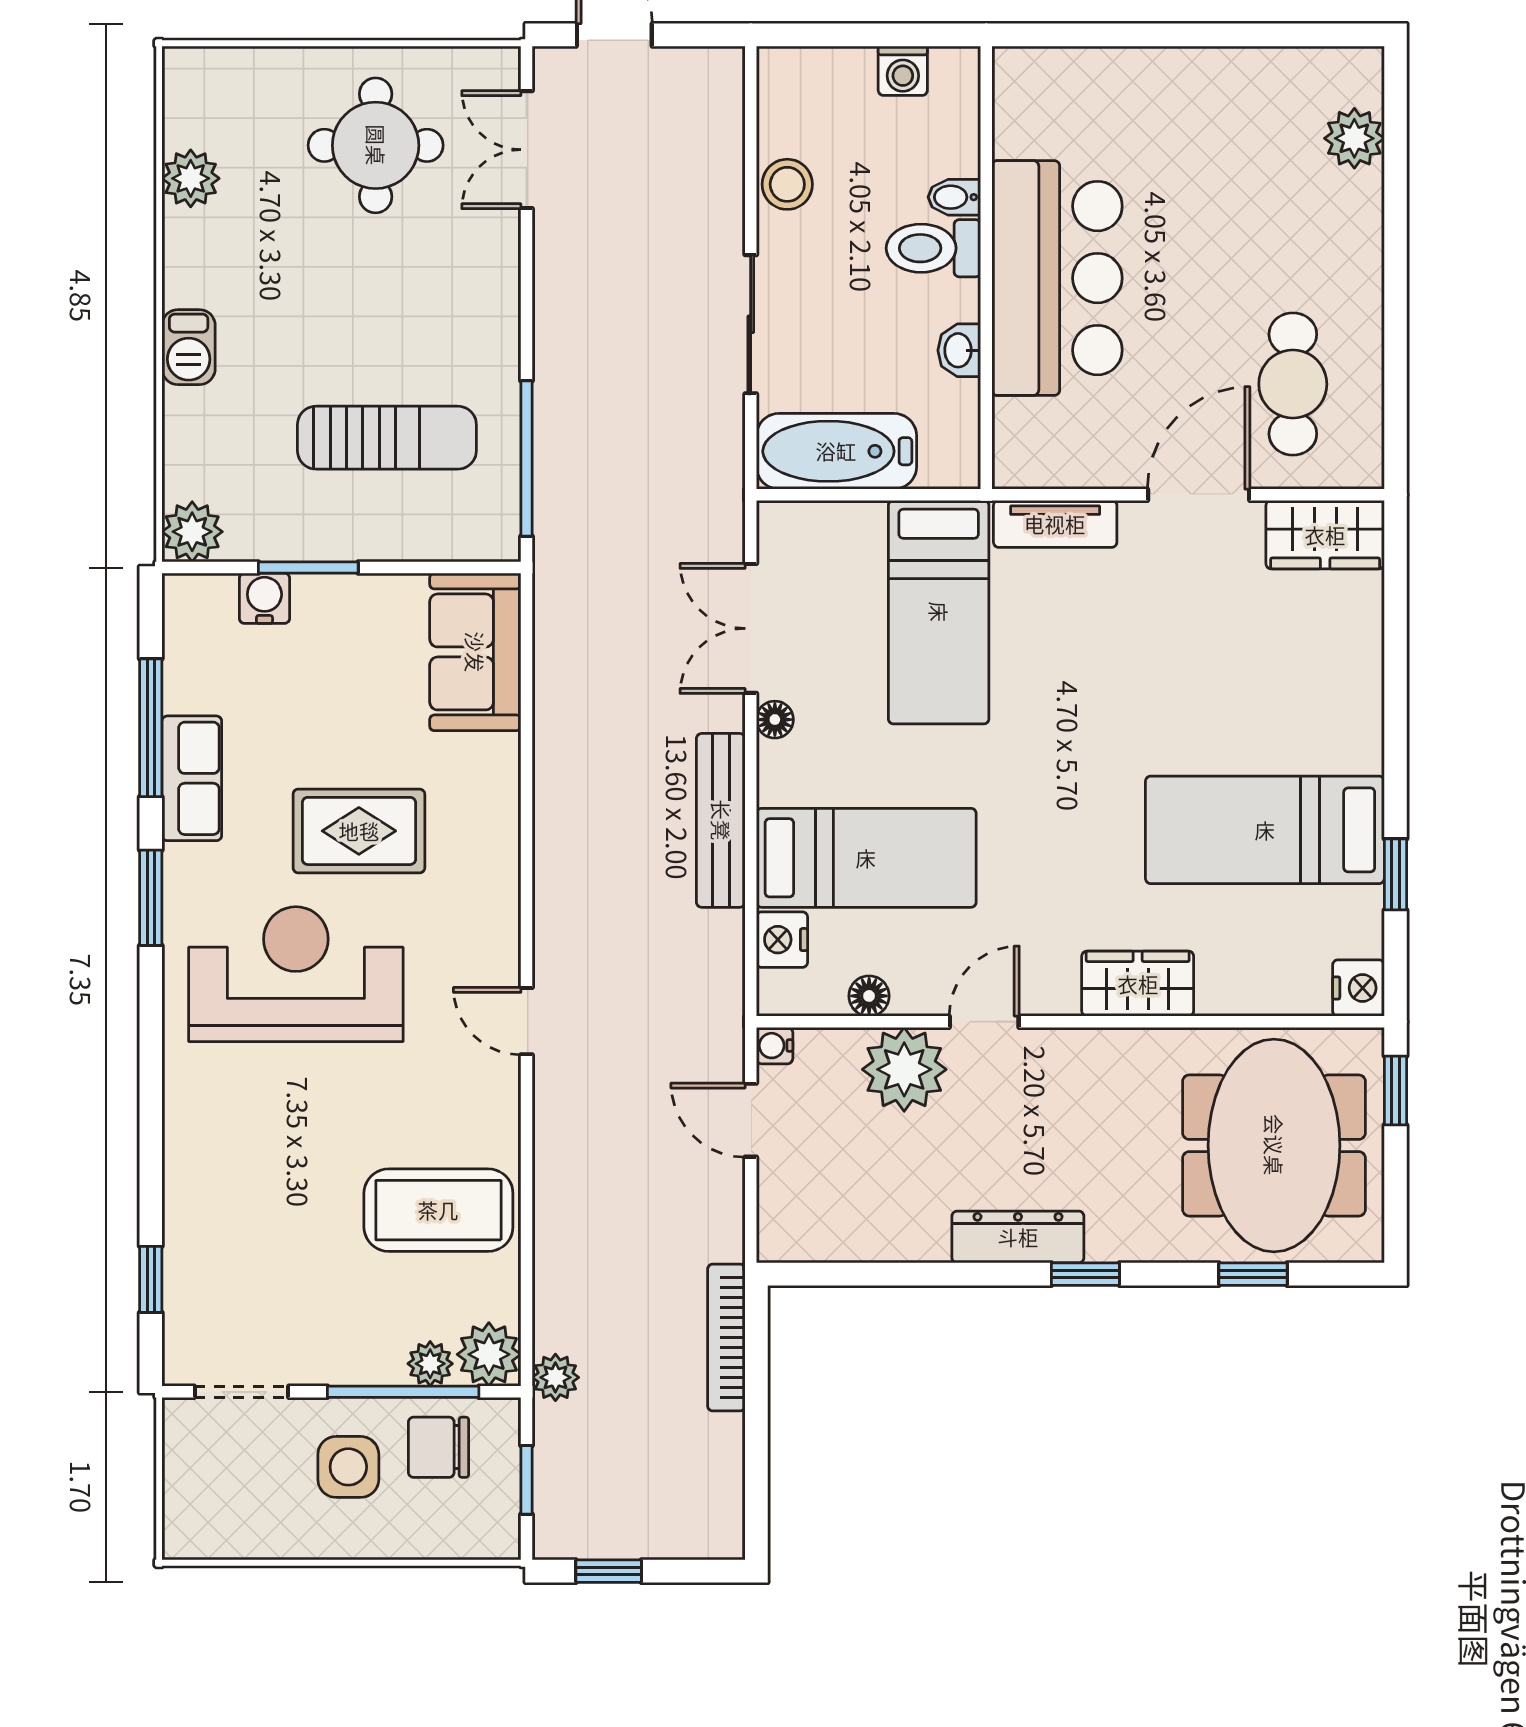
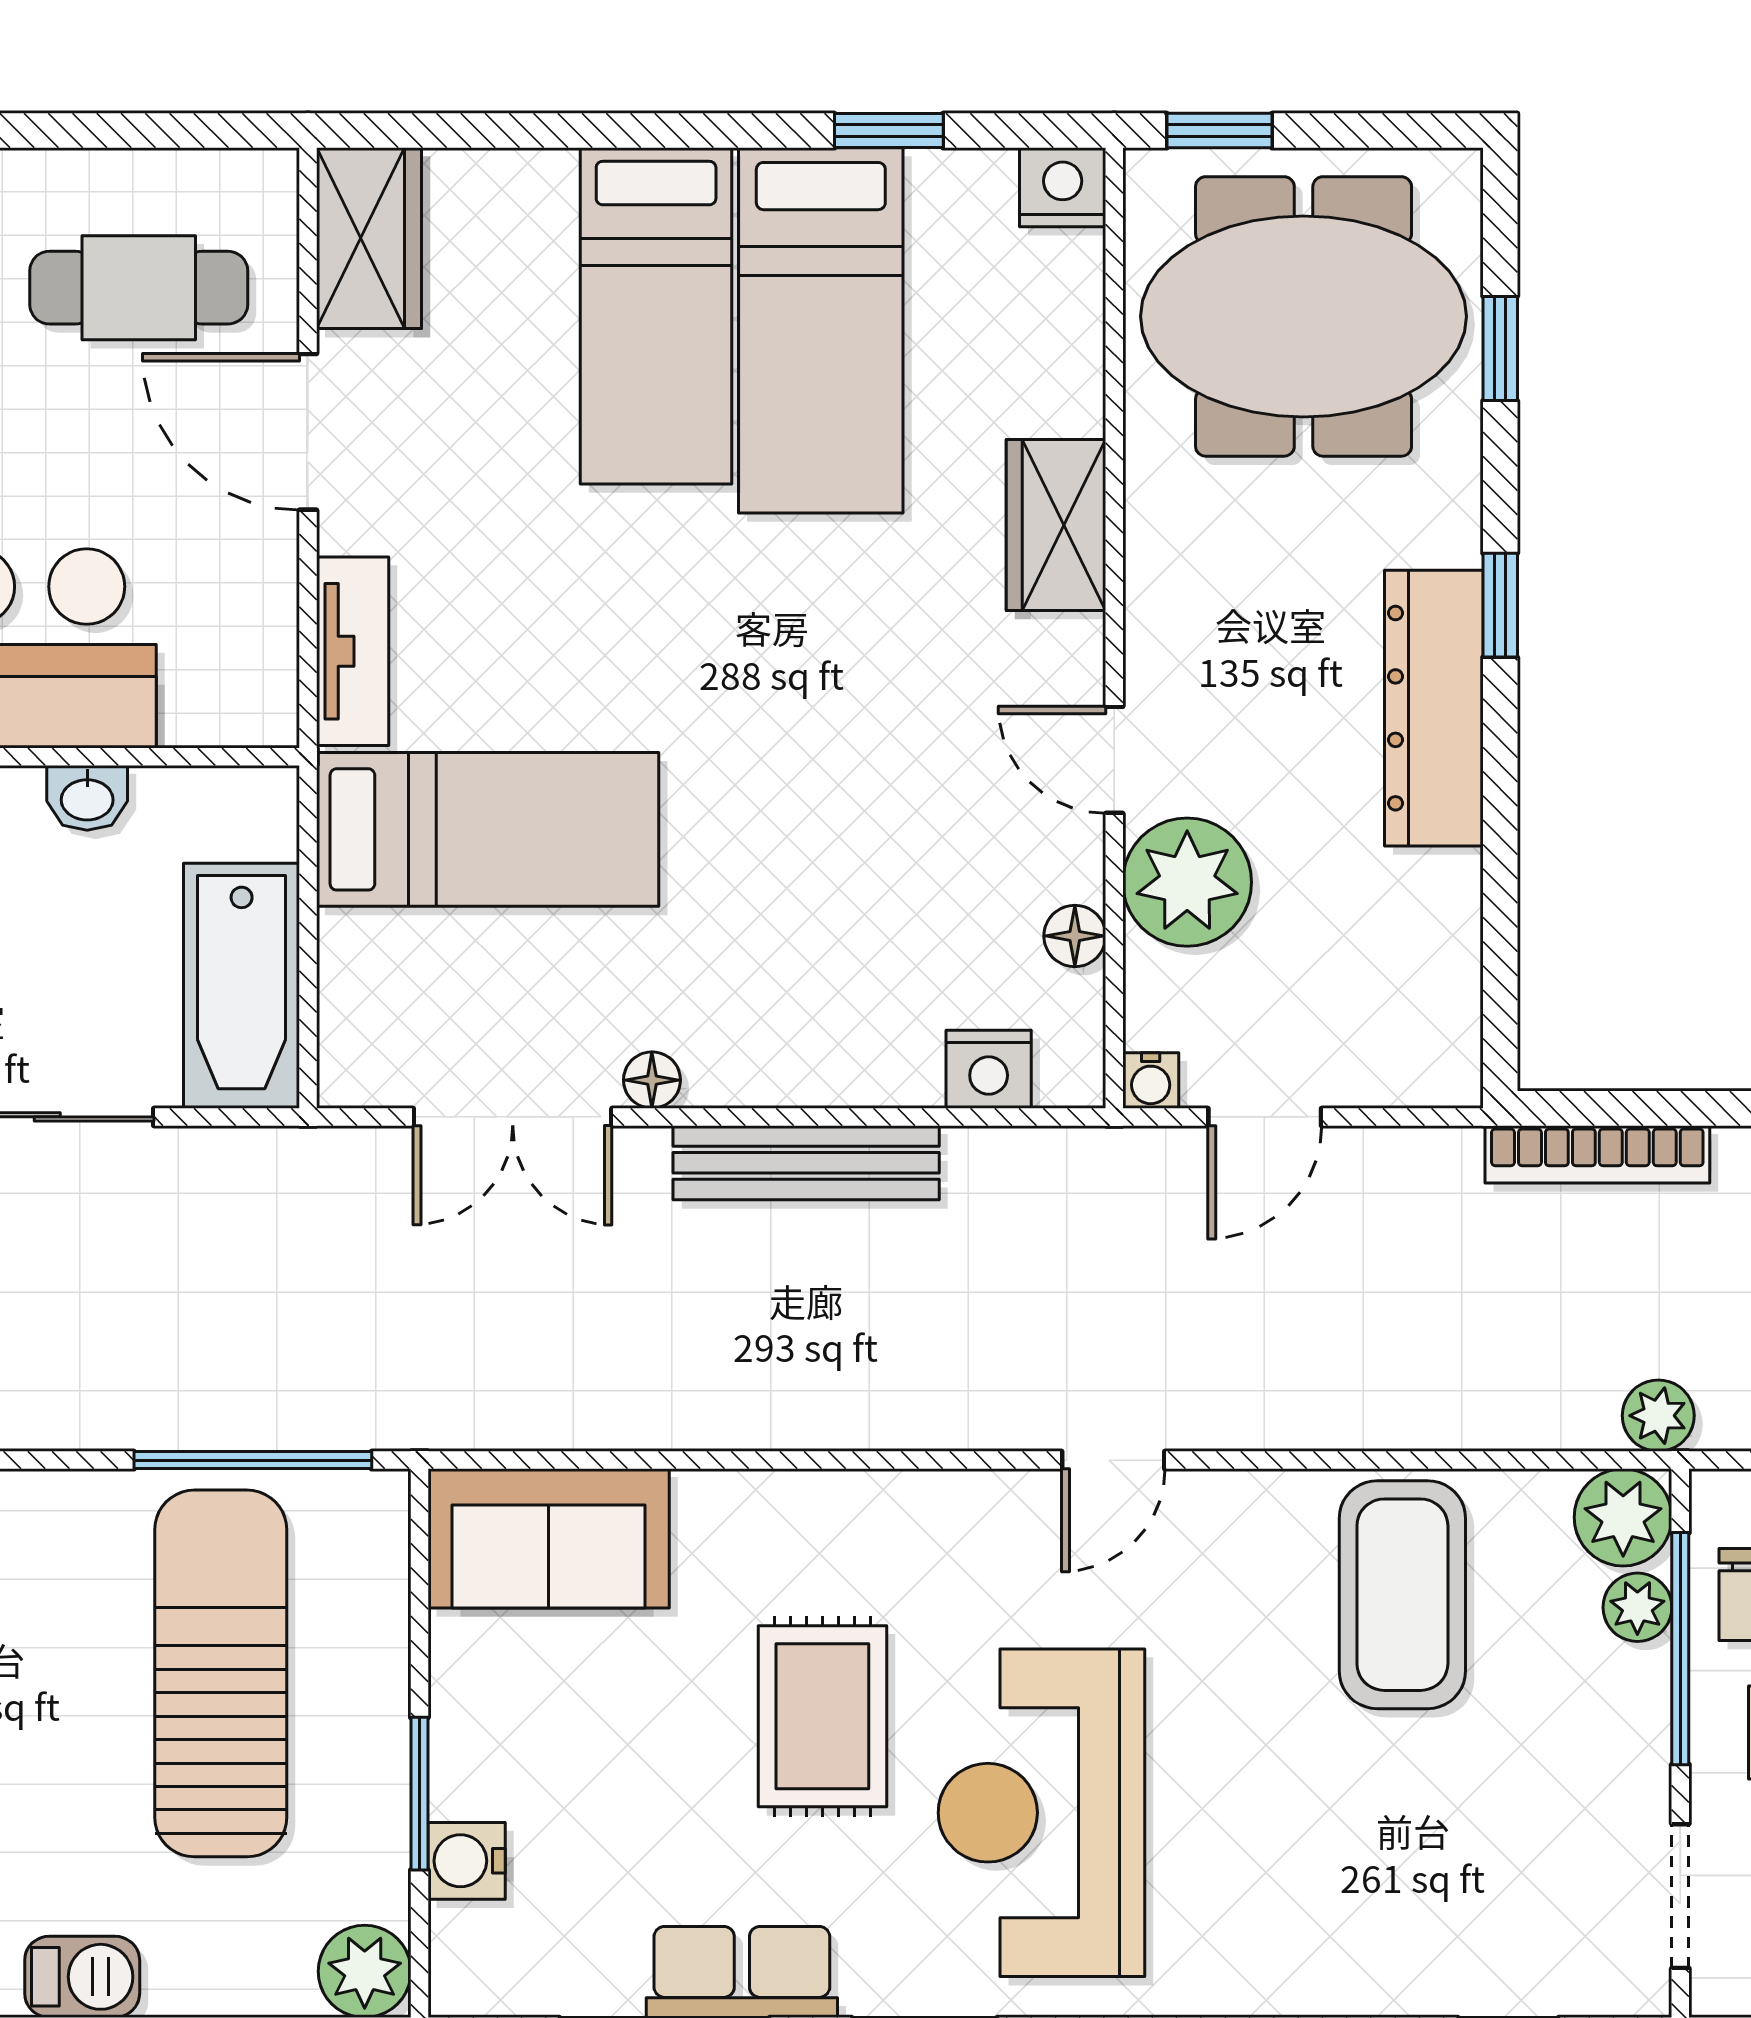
sun lounger: (387, 438) -> (221, 1673), width x1.36, depth x1.34
bed: (866, 858) -> (656, 316), moved, turned 180
dresser: (1018, 1237) -> (1434, 708), width x1.37, depth x1.24

